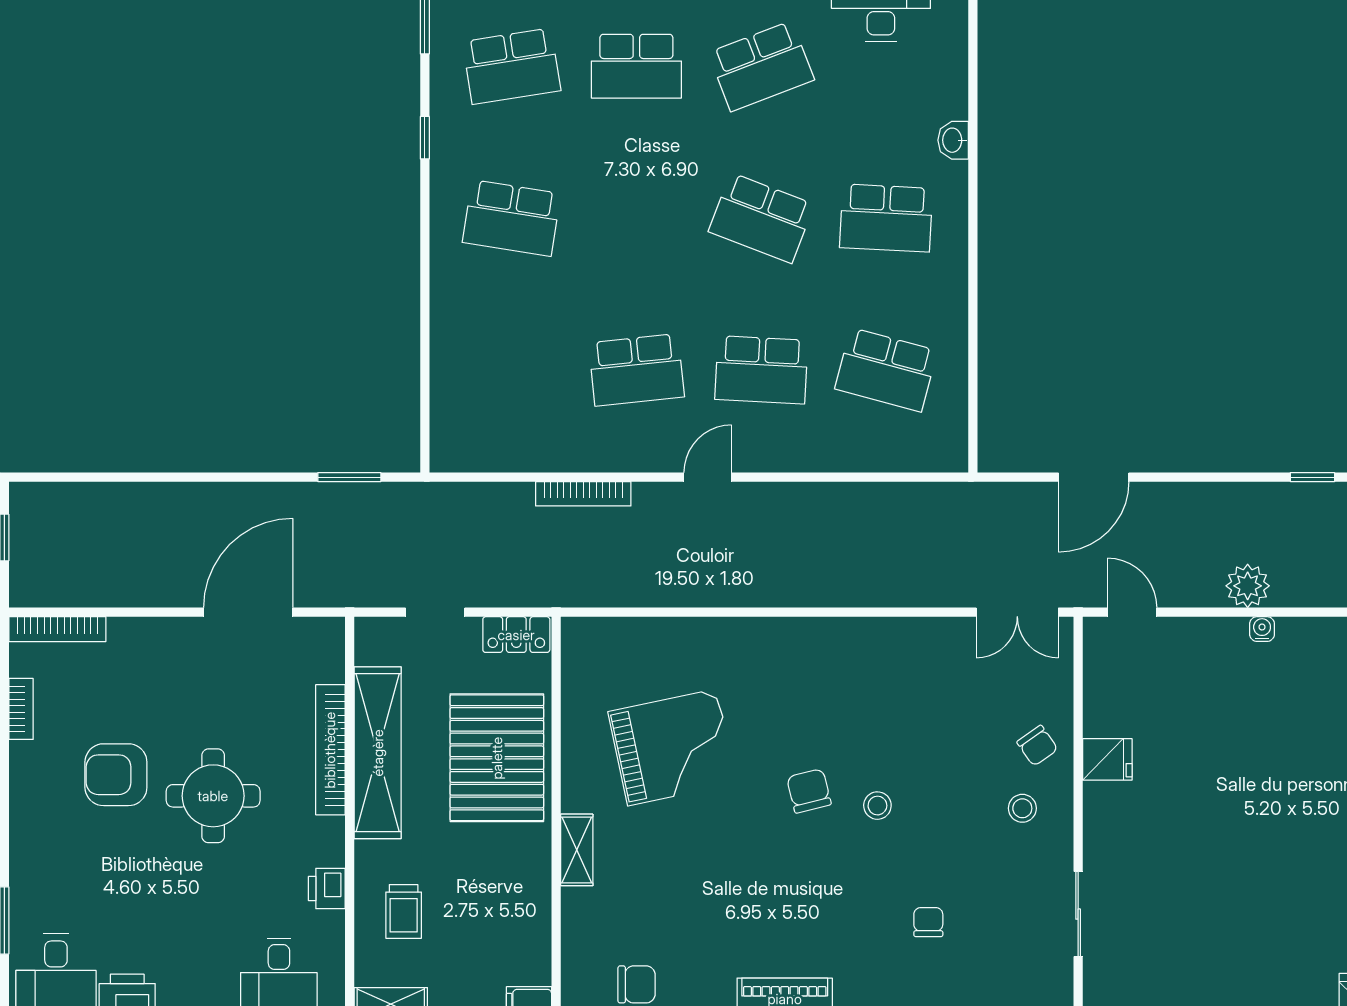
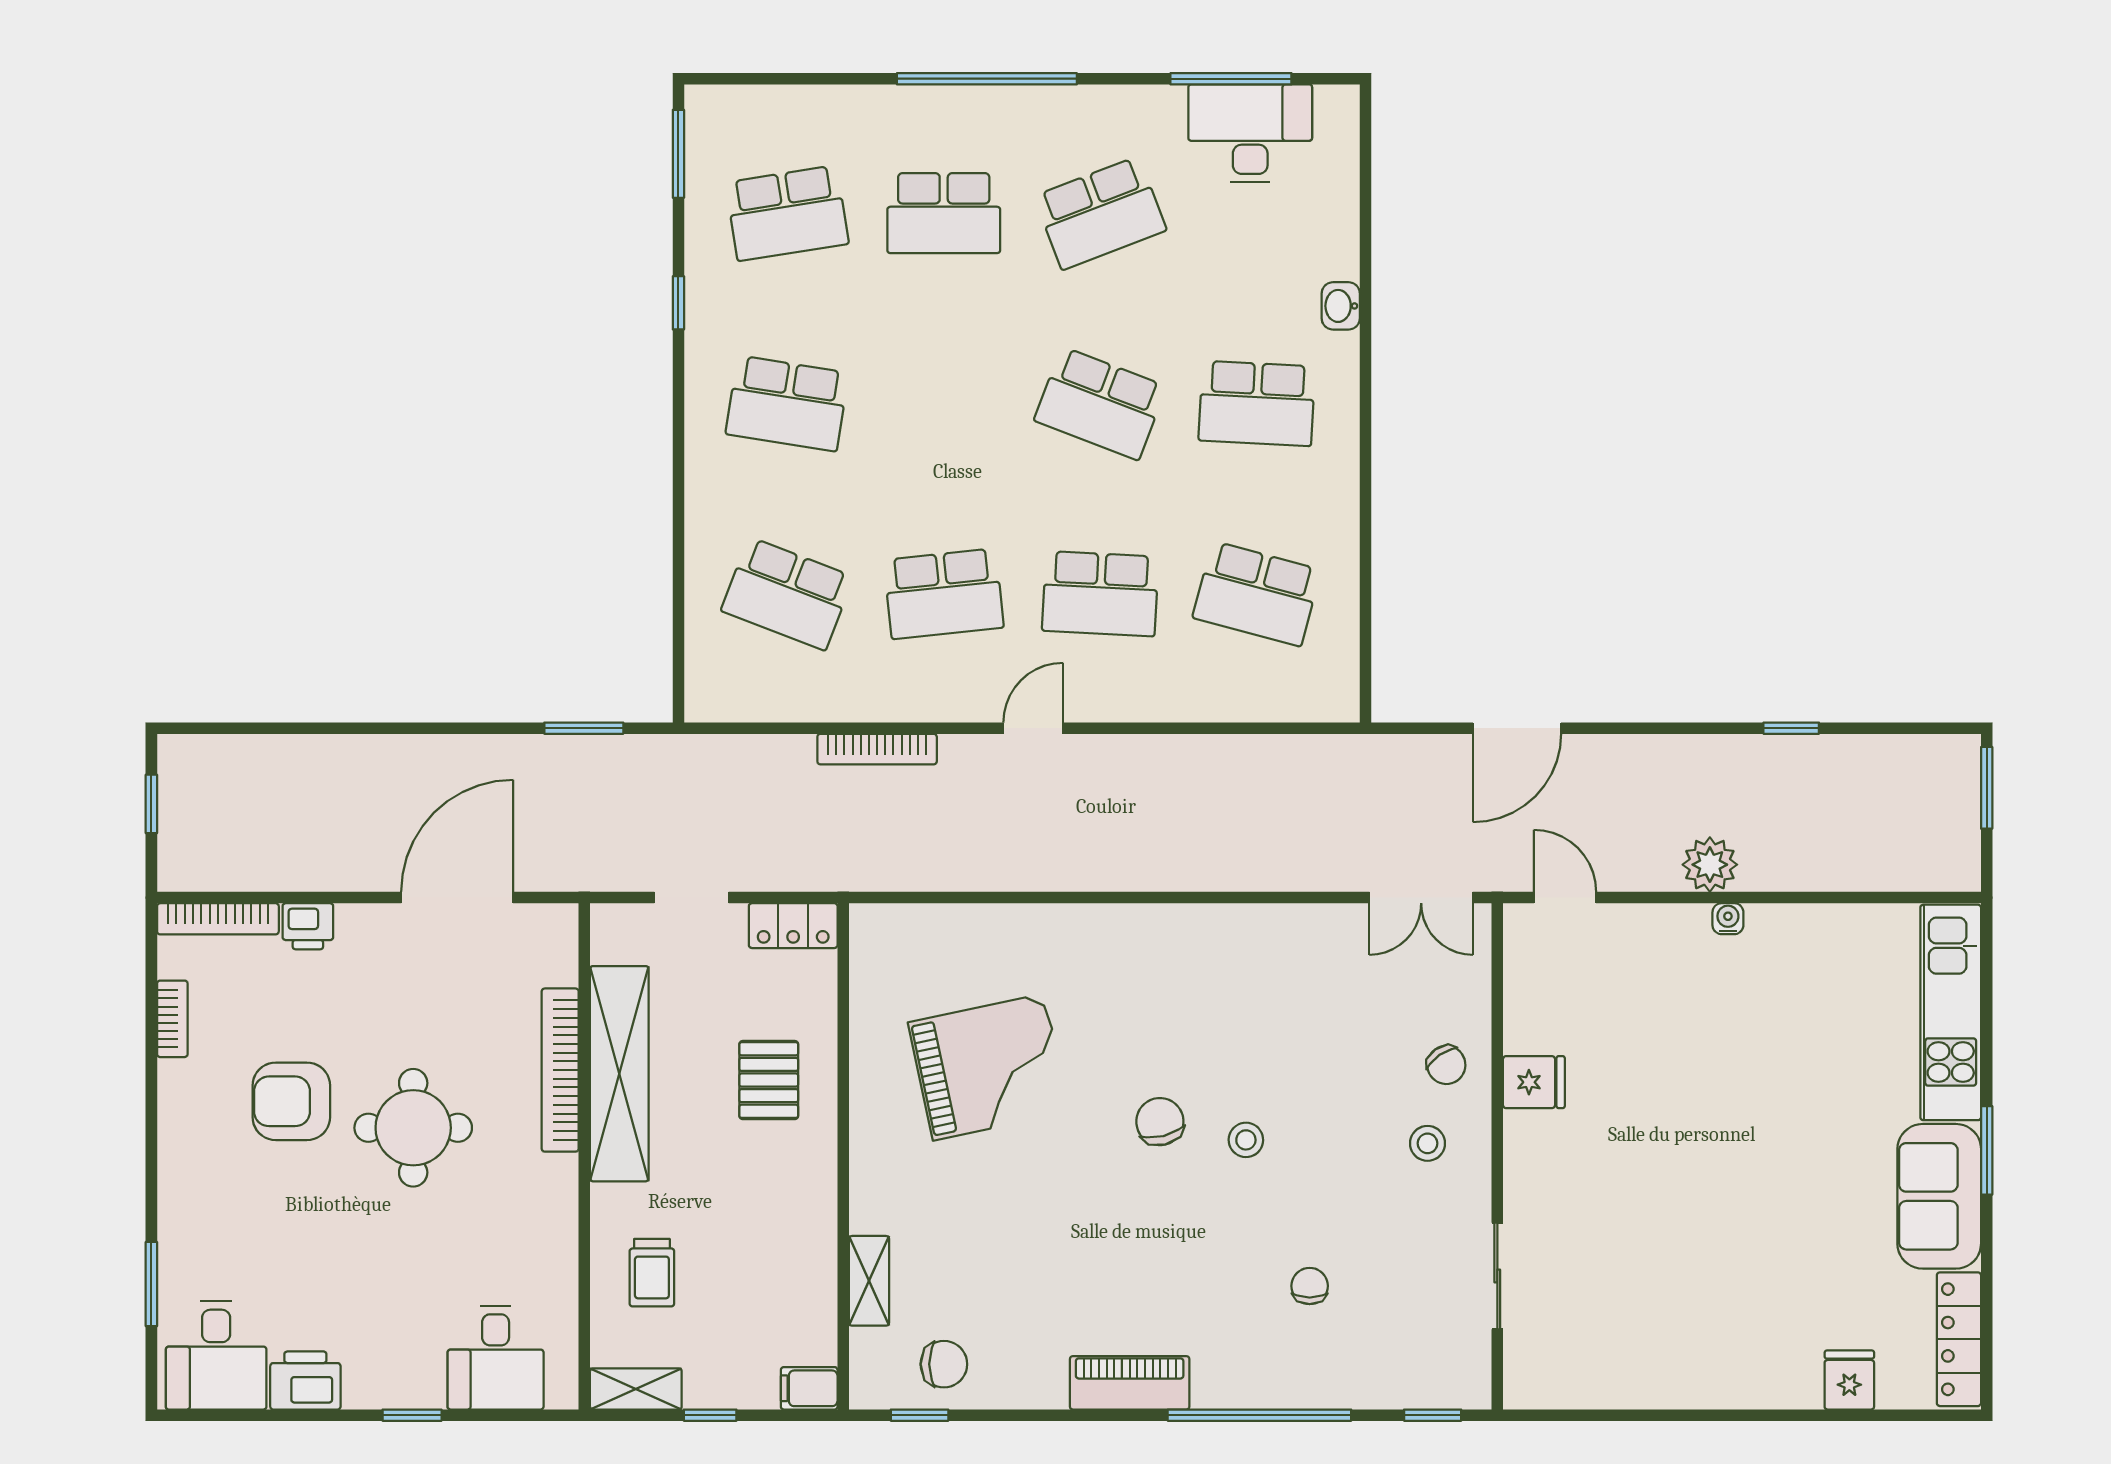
school desk: (512, 370) -> (787, 594), added
pallet: (497, 758) -> (769, 1080), width x0.49, depth x0.50
shelving: (577, 850) -> (869, 1281), moved
printer: (327, 889) -> (308, 926), moved, turned -90

